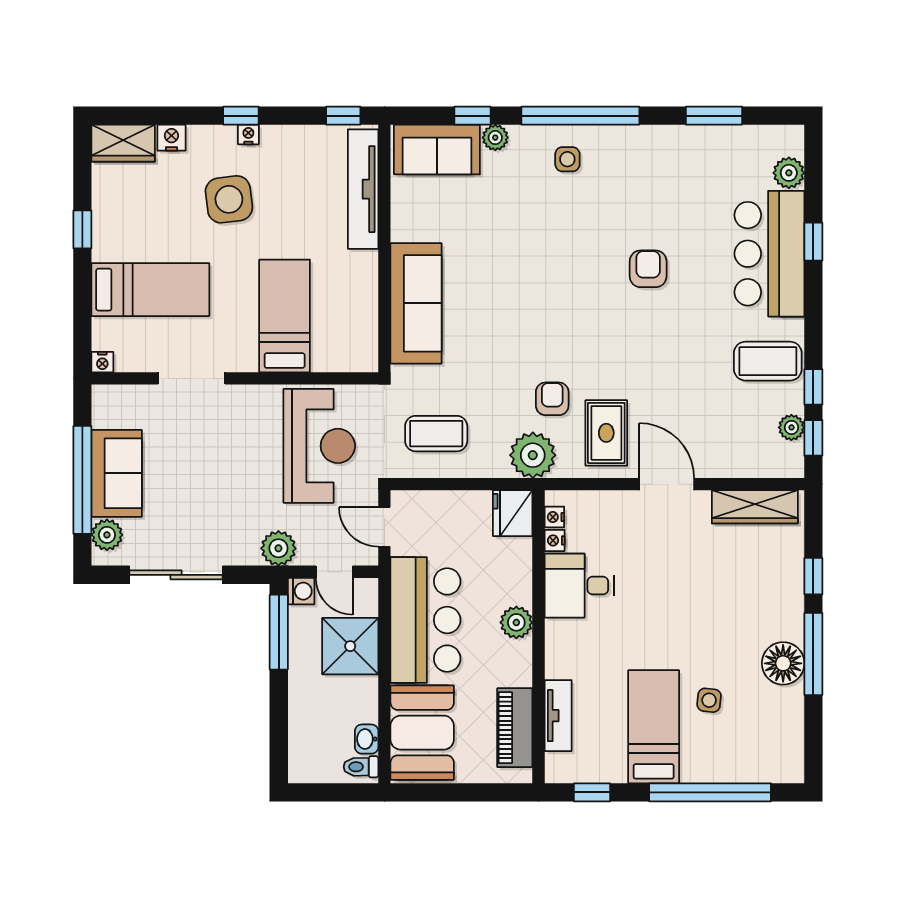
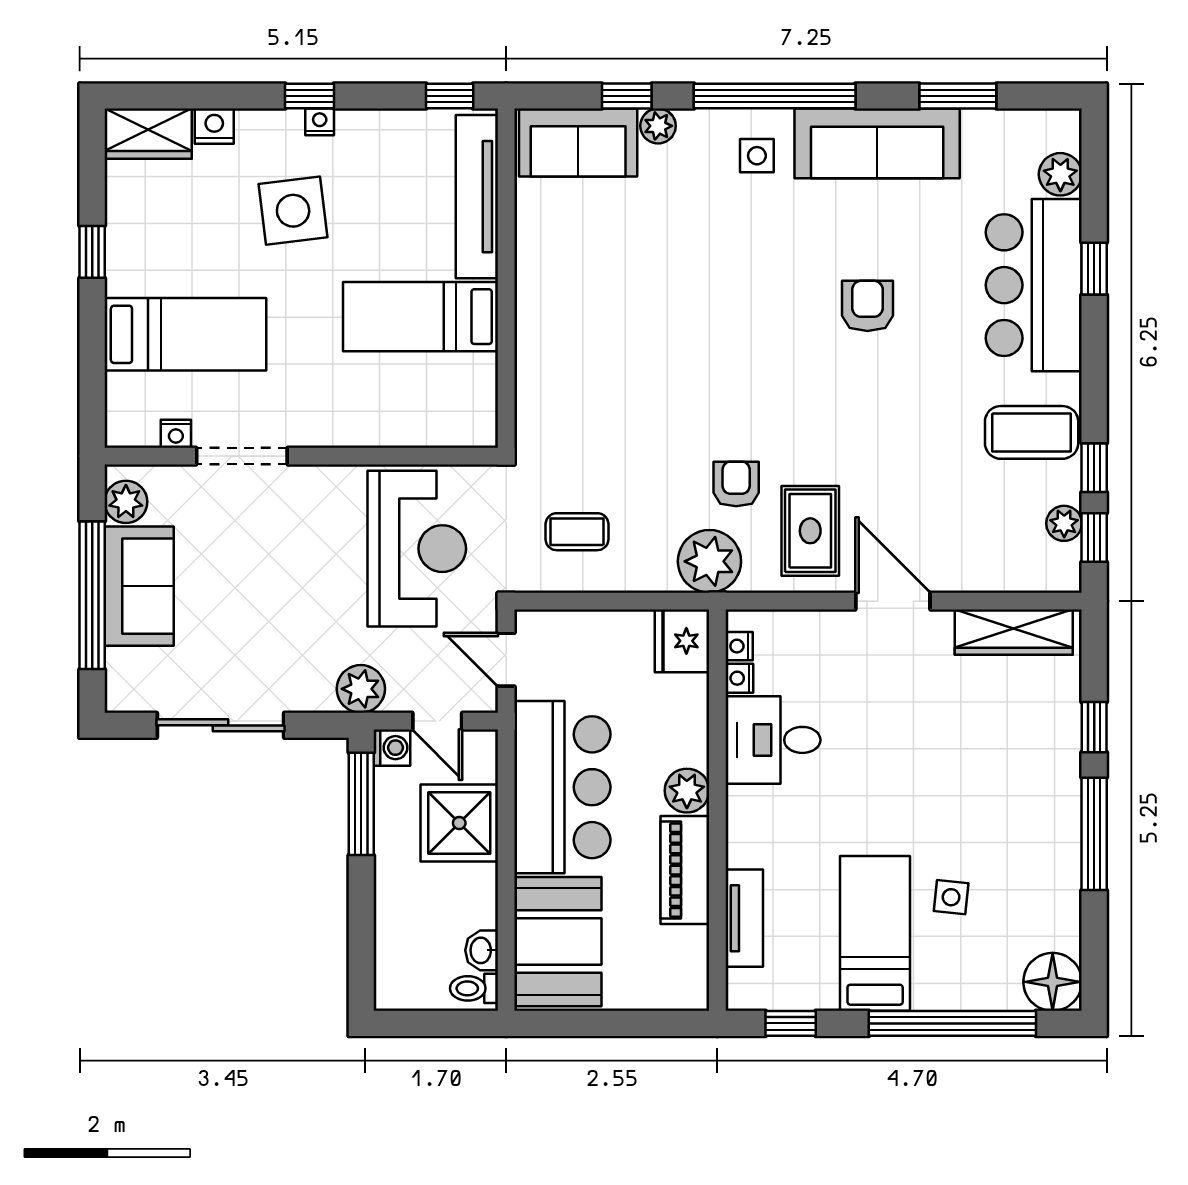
sofa: (416, 303) -> (877, 143), moved, turned 90
bed: (285, 316) -> (421, 317), moved, turned -90
nightstand: (102, 362) -> (176, 434), moved
coffee table: (436, 434) -> (577, 532), width x0.73, depth x0.77
plant: (107, 535) -> (126, 502), moved
floor lamp: (783, 663) -> (1053, 982), moved
piano: (515, 728) -> (685, 870), moved

